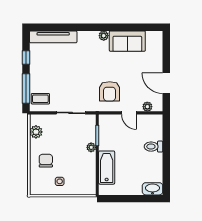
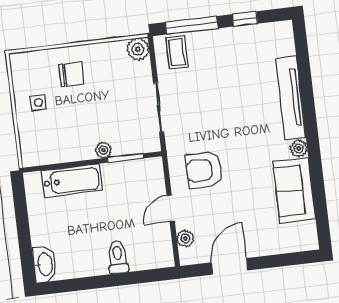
tv unit: (53, 37) -> (291, 98), moved
plant: (36, 132) -> (138, 49), moved

